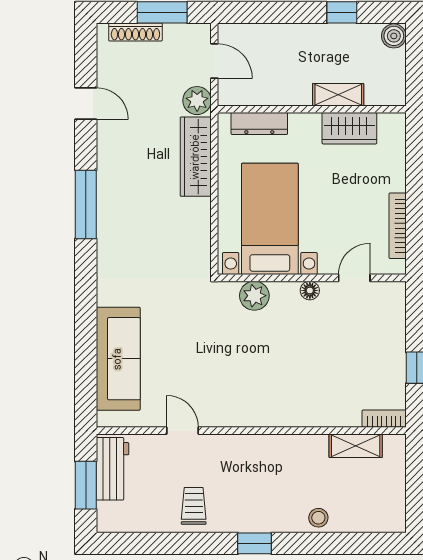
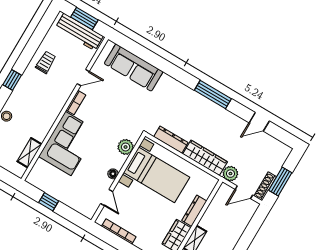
shoe rack: (135, 32) -> (265, 186), moved
dresser: (259, 124) -> (194, 211), moved
dresser: (199, 229) -> (171, 140), added
corner sofa: (304, 392) -> (68, 143), added
bookcase: (384, 419) -> (76, 102), moved
workbench: (113, 469) -> (79, 32), width x1.38
trolley: (194, 506) -> (46, 62), turned -90

